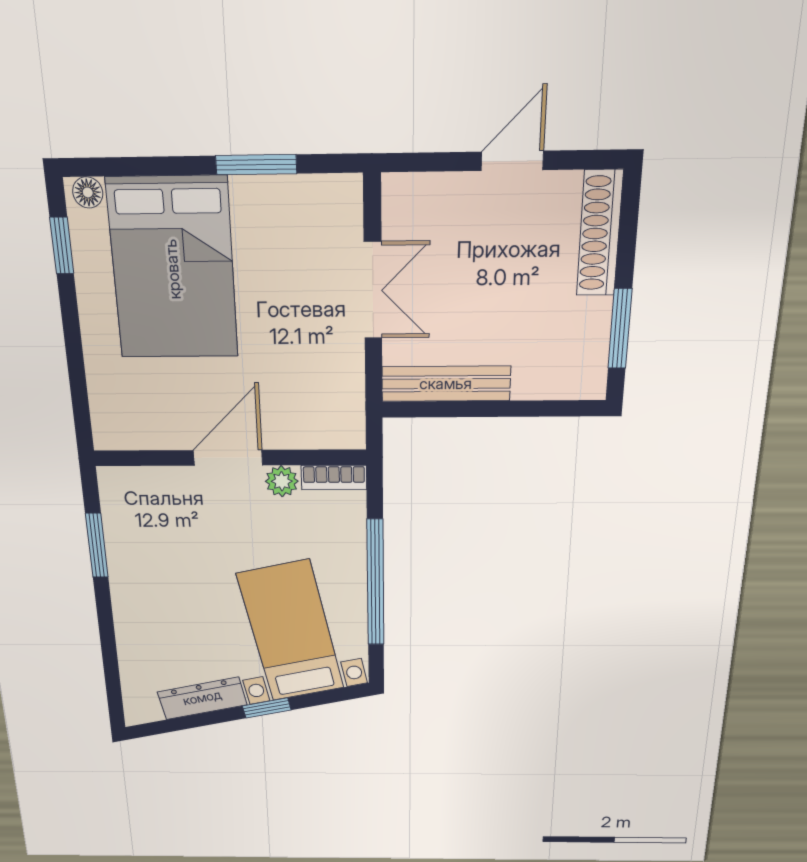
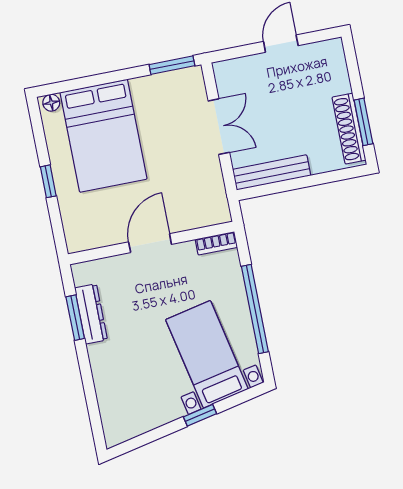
window: (256, 165) -> (172, 65), moved
shoe rack: (600, 233) -> (349, 129), moved
window: (62, 246) -> (48, 181), moved
plant: (282, 481) -> (185, 252), removed
dresser: (202, 698) -> (91, 314), moved, turned 102

